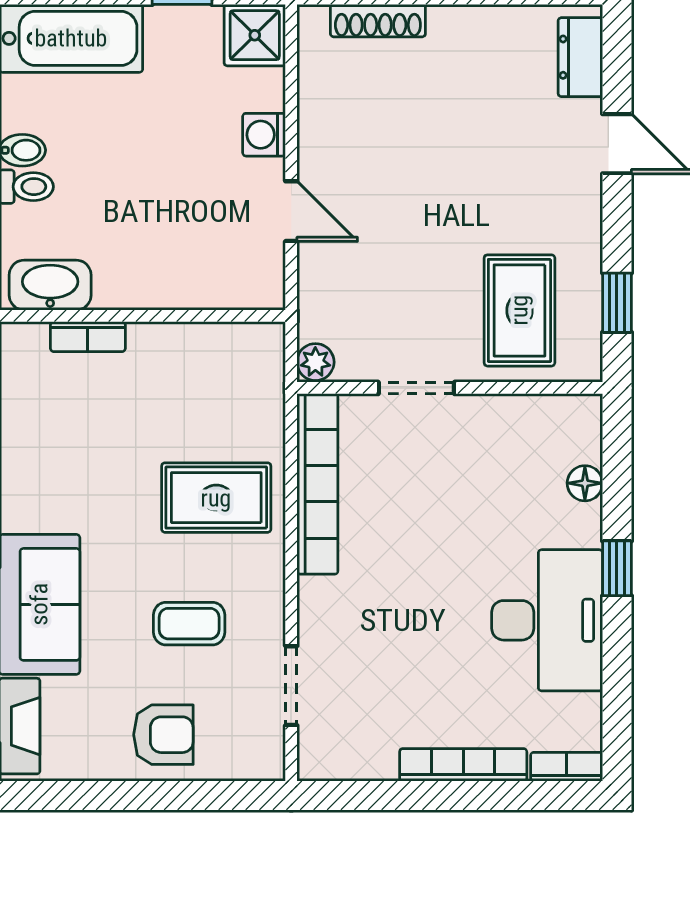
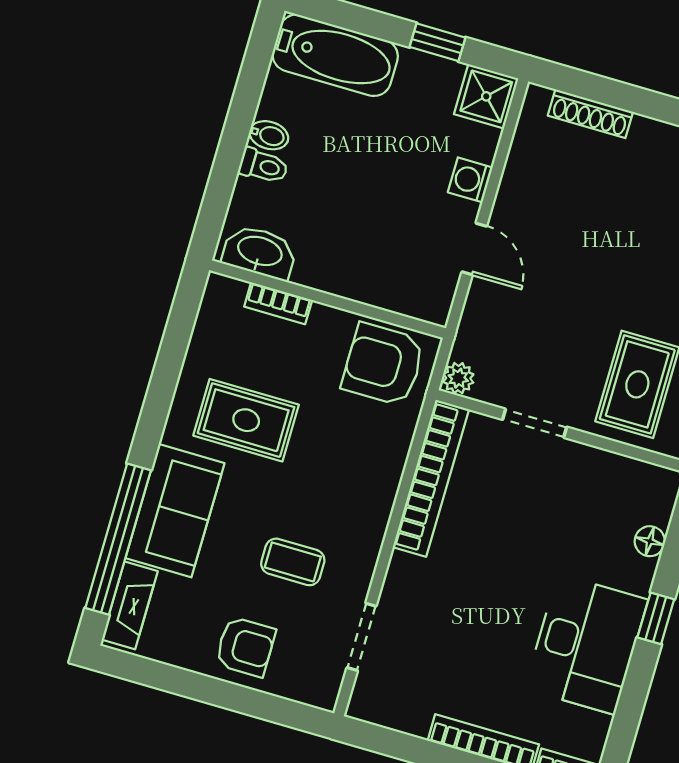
armchair: (226, 371) -> (383, 364), added
rug: (216, 498) -> (246, 420), moved

